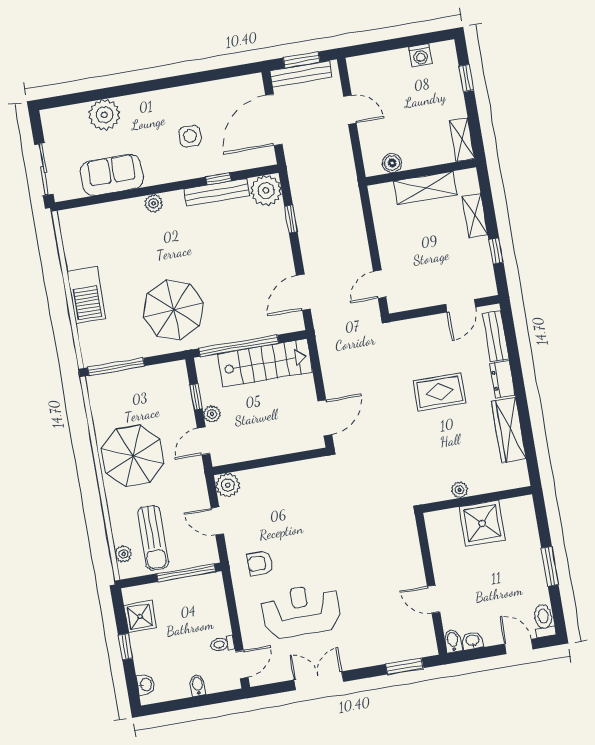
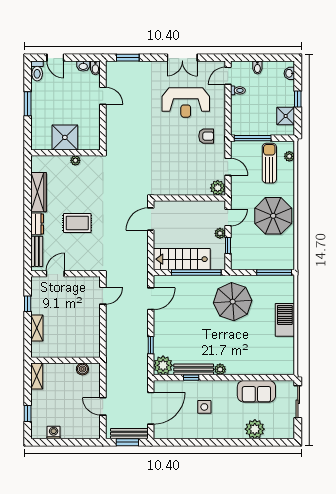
shelving: (425, 188) -> (65, 350), removed
plant: (154, 203) -> (220, 369), moved

